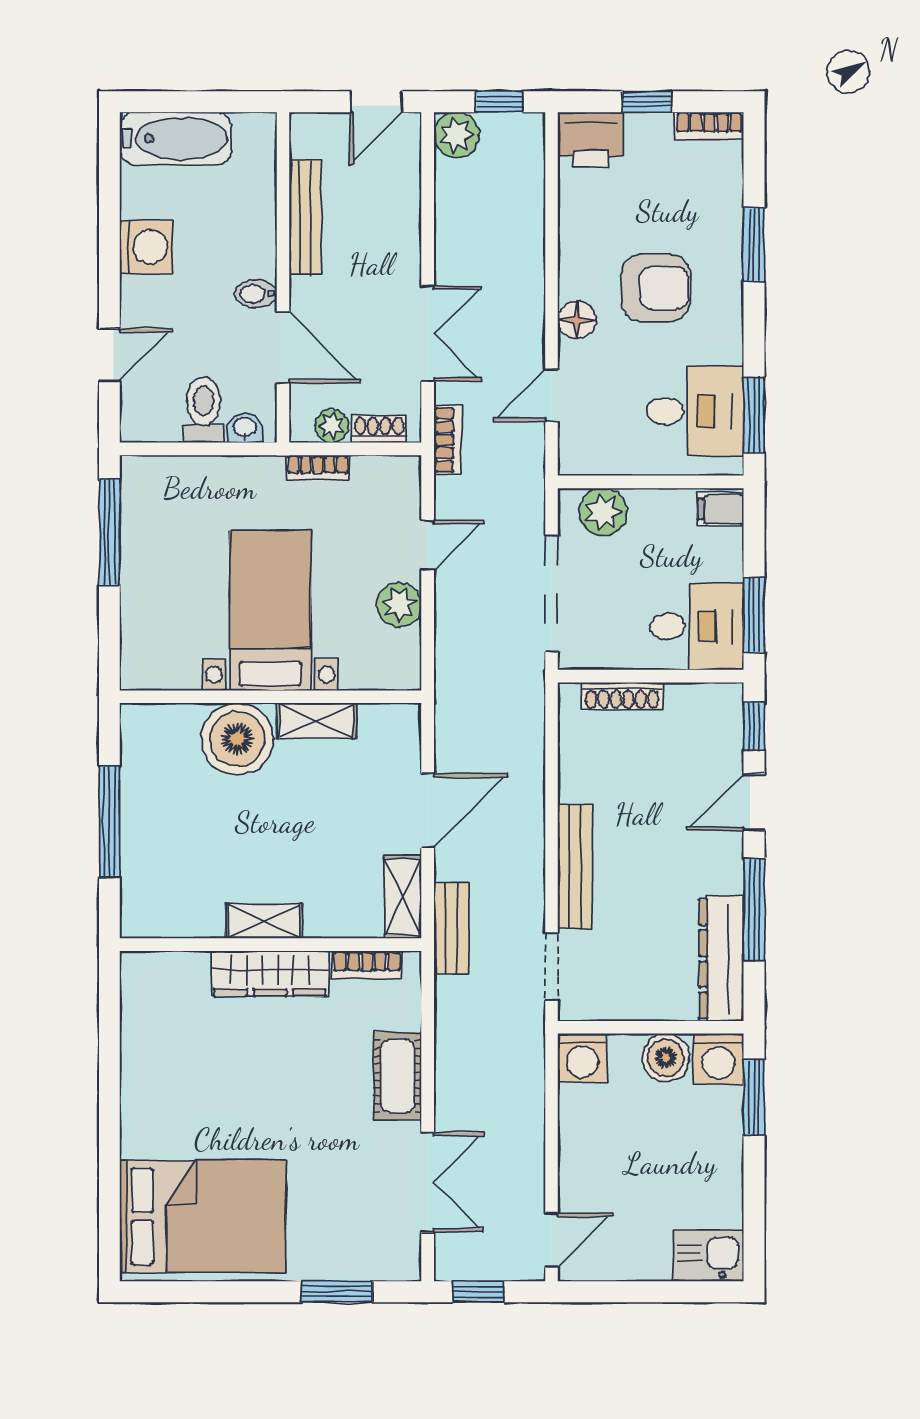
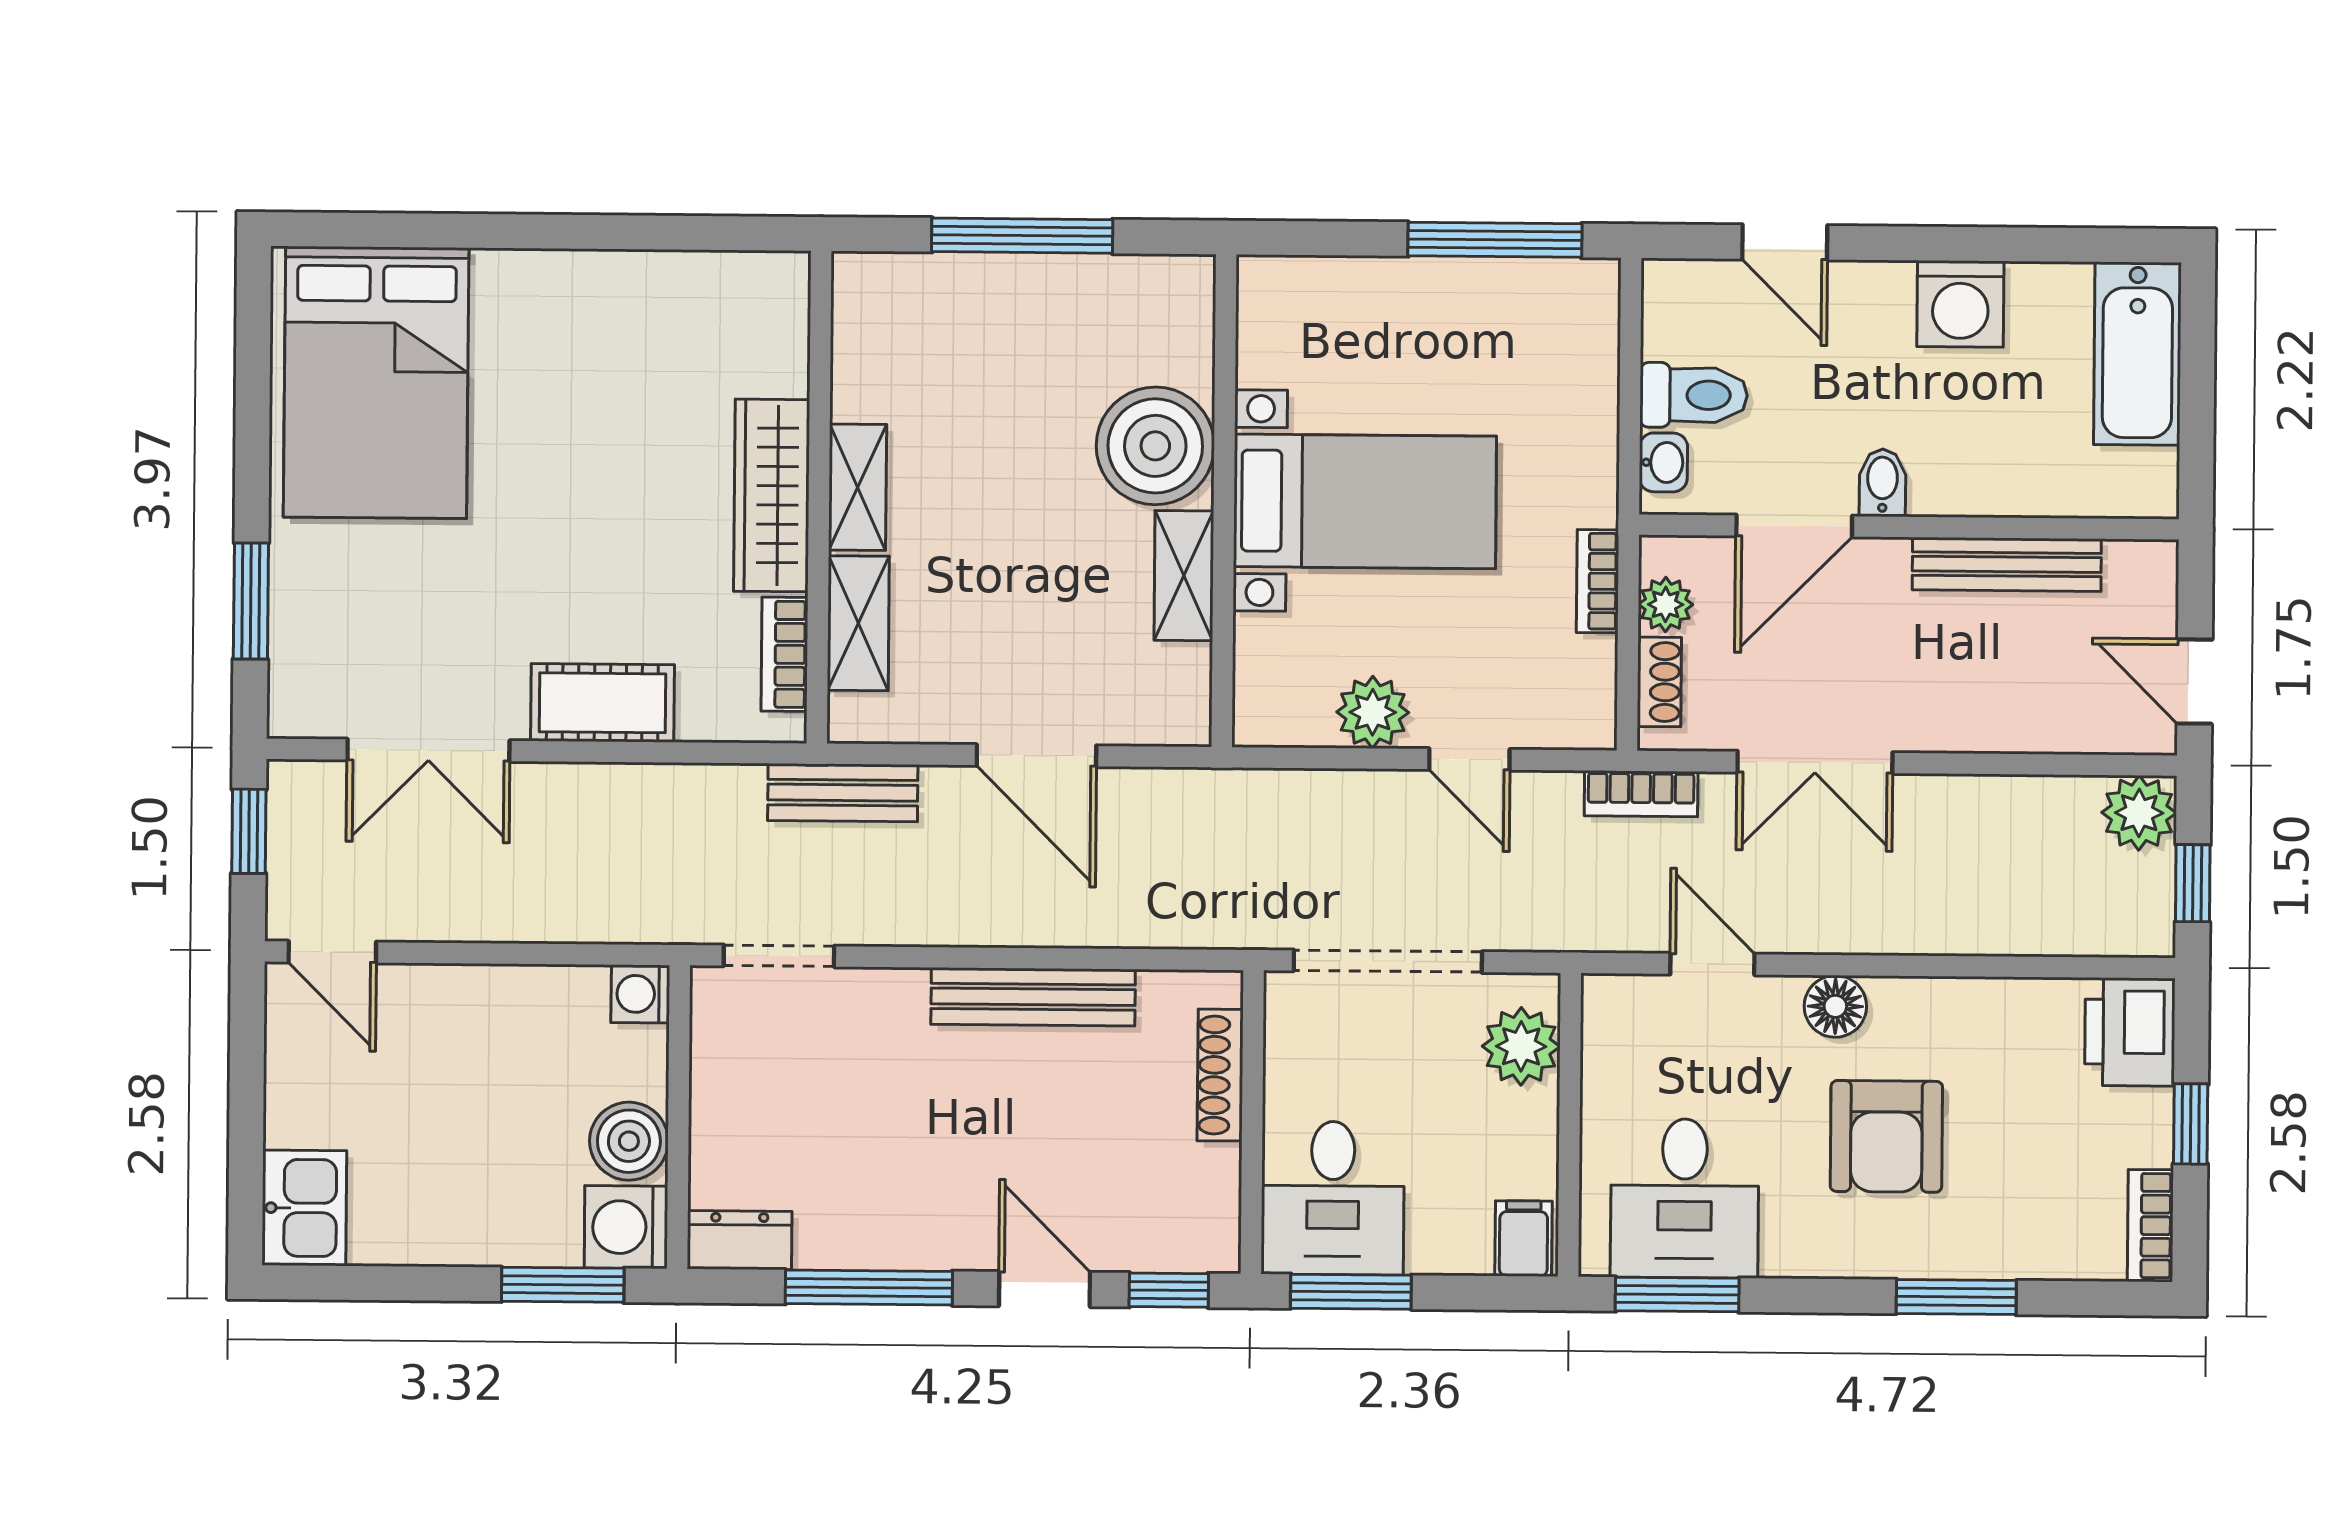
bench: (575, 866) -> (1033, 997), moved
shelving: (403, 897) -> (858, 623), moved, turned 90
dresser: (721, 959) -> (740, 1240), width x0.51, depth x0.80
washing machine: (582, 1058) -> (640, 994), width x0.73, depth x0.73

